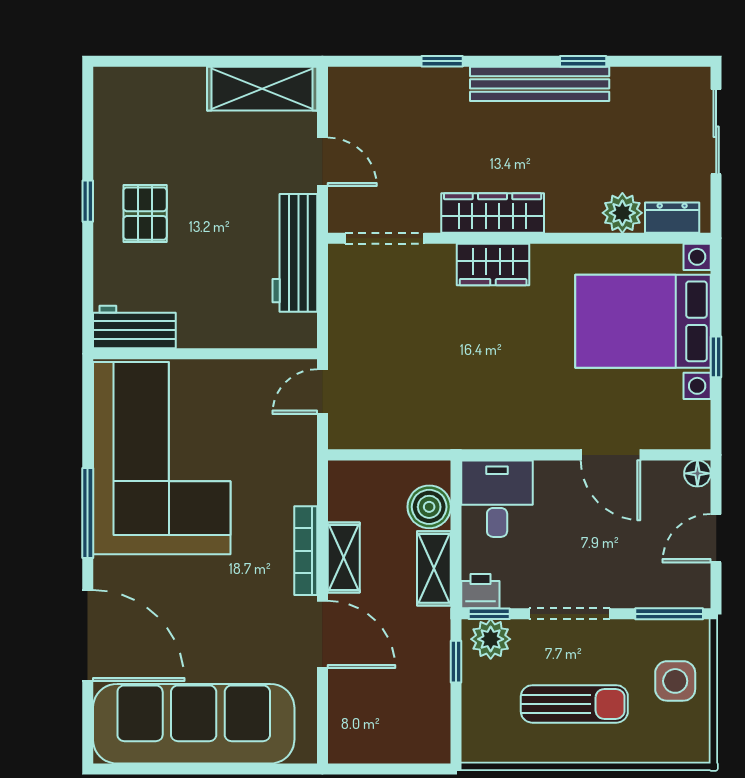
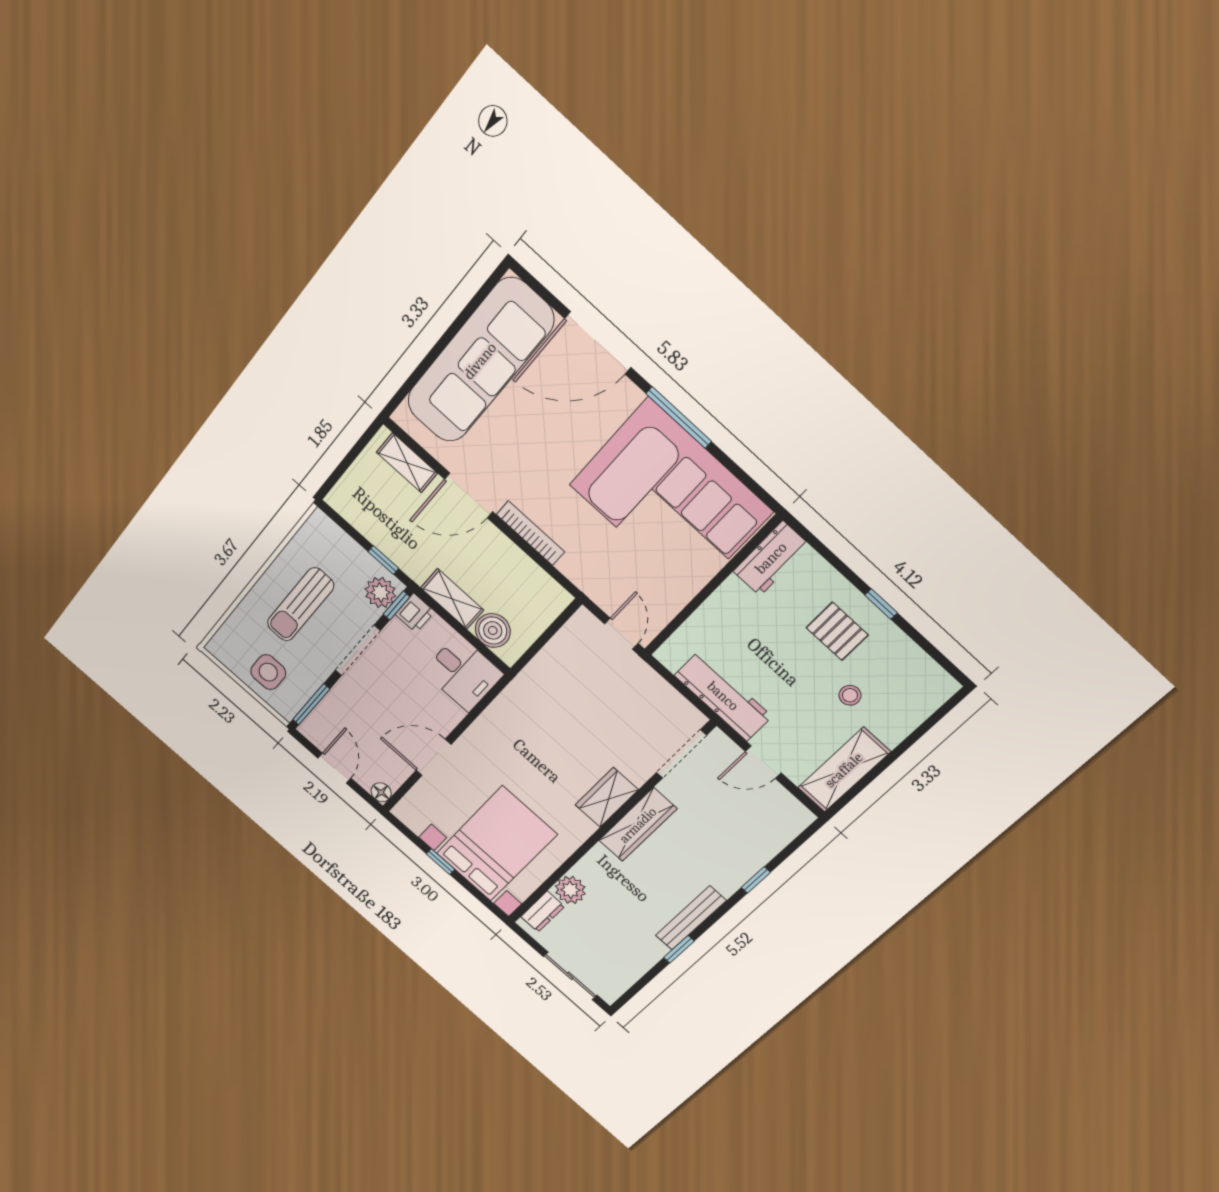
bench: (540, 84) -> (691, 918), width x0.73, depth x0.82
stool: (190, 149) -> (850, 695), added
shelving: (344, 557) -> (407, 463), moved

